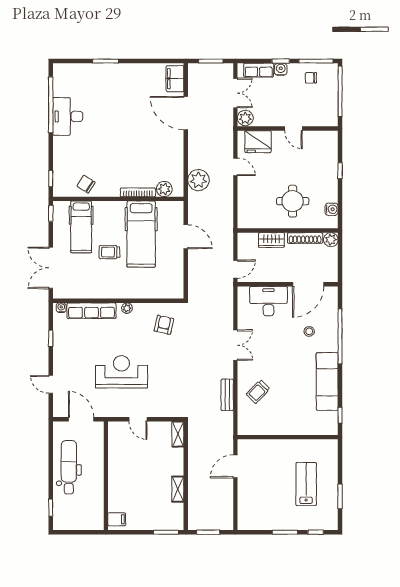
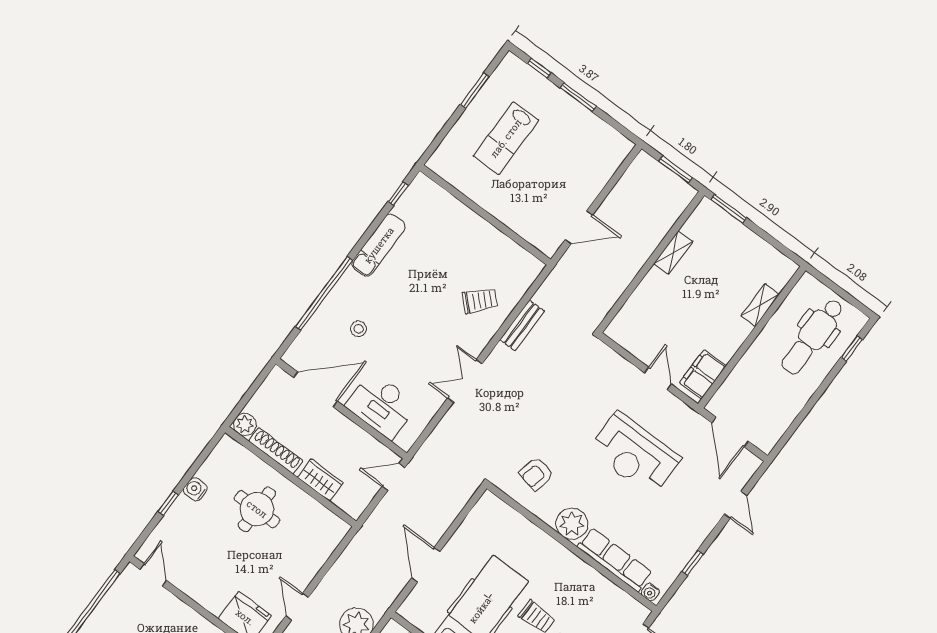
door: (293, 129) -> (153, 575), moved
water cooler: (332, 209) -> (195, 489), moved
plant: (127, 308) -> (572, 524), width x1.87, depth x1.87
exam couch: (327, 382) -> (379, 245), width x0.73, depth x0.69
shelving: (178, 434) -> (760, 305), moved
dental chair: (69, 467) -> (813, 337), moved
filing cabinet: (117, 519) -> (703, 374), moved, width x2.00

